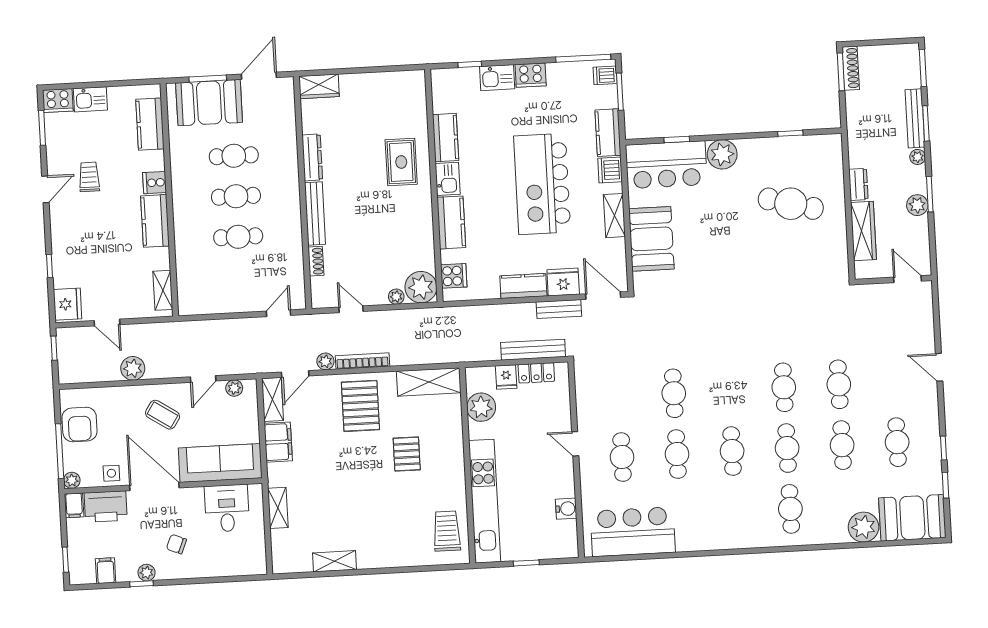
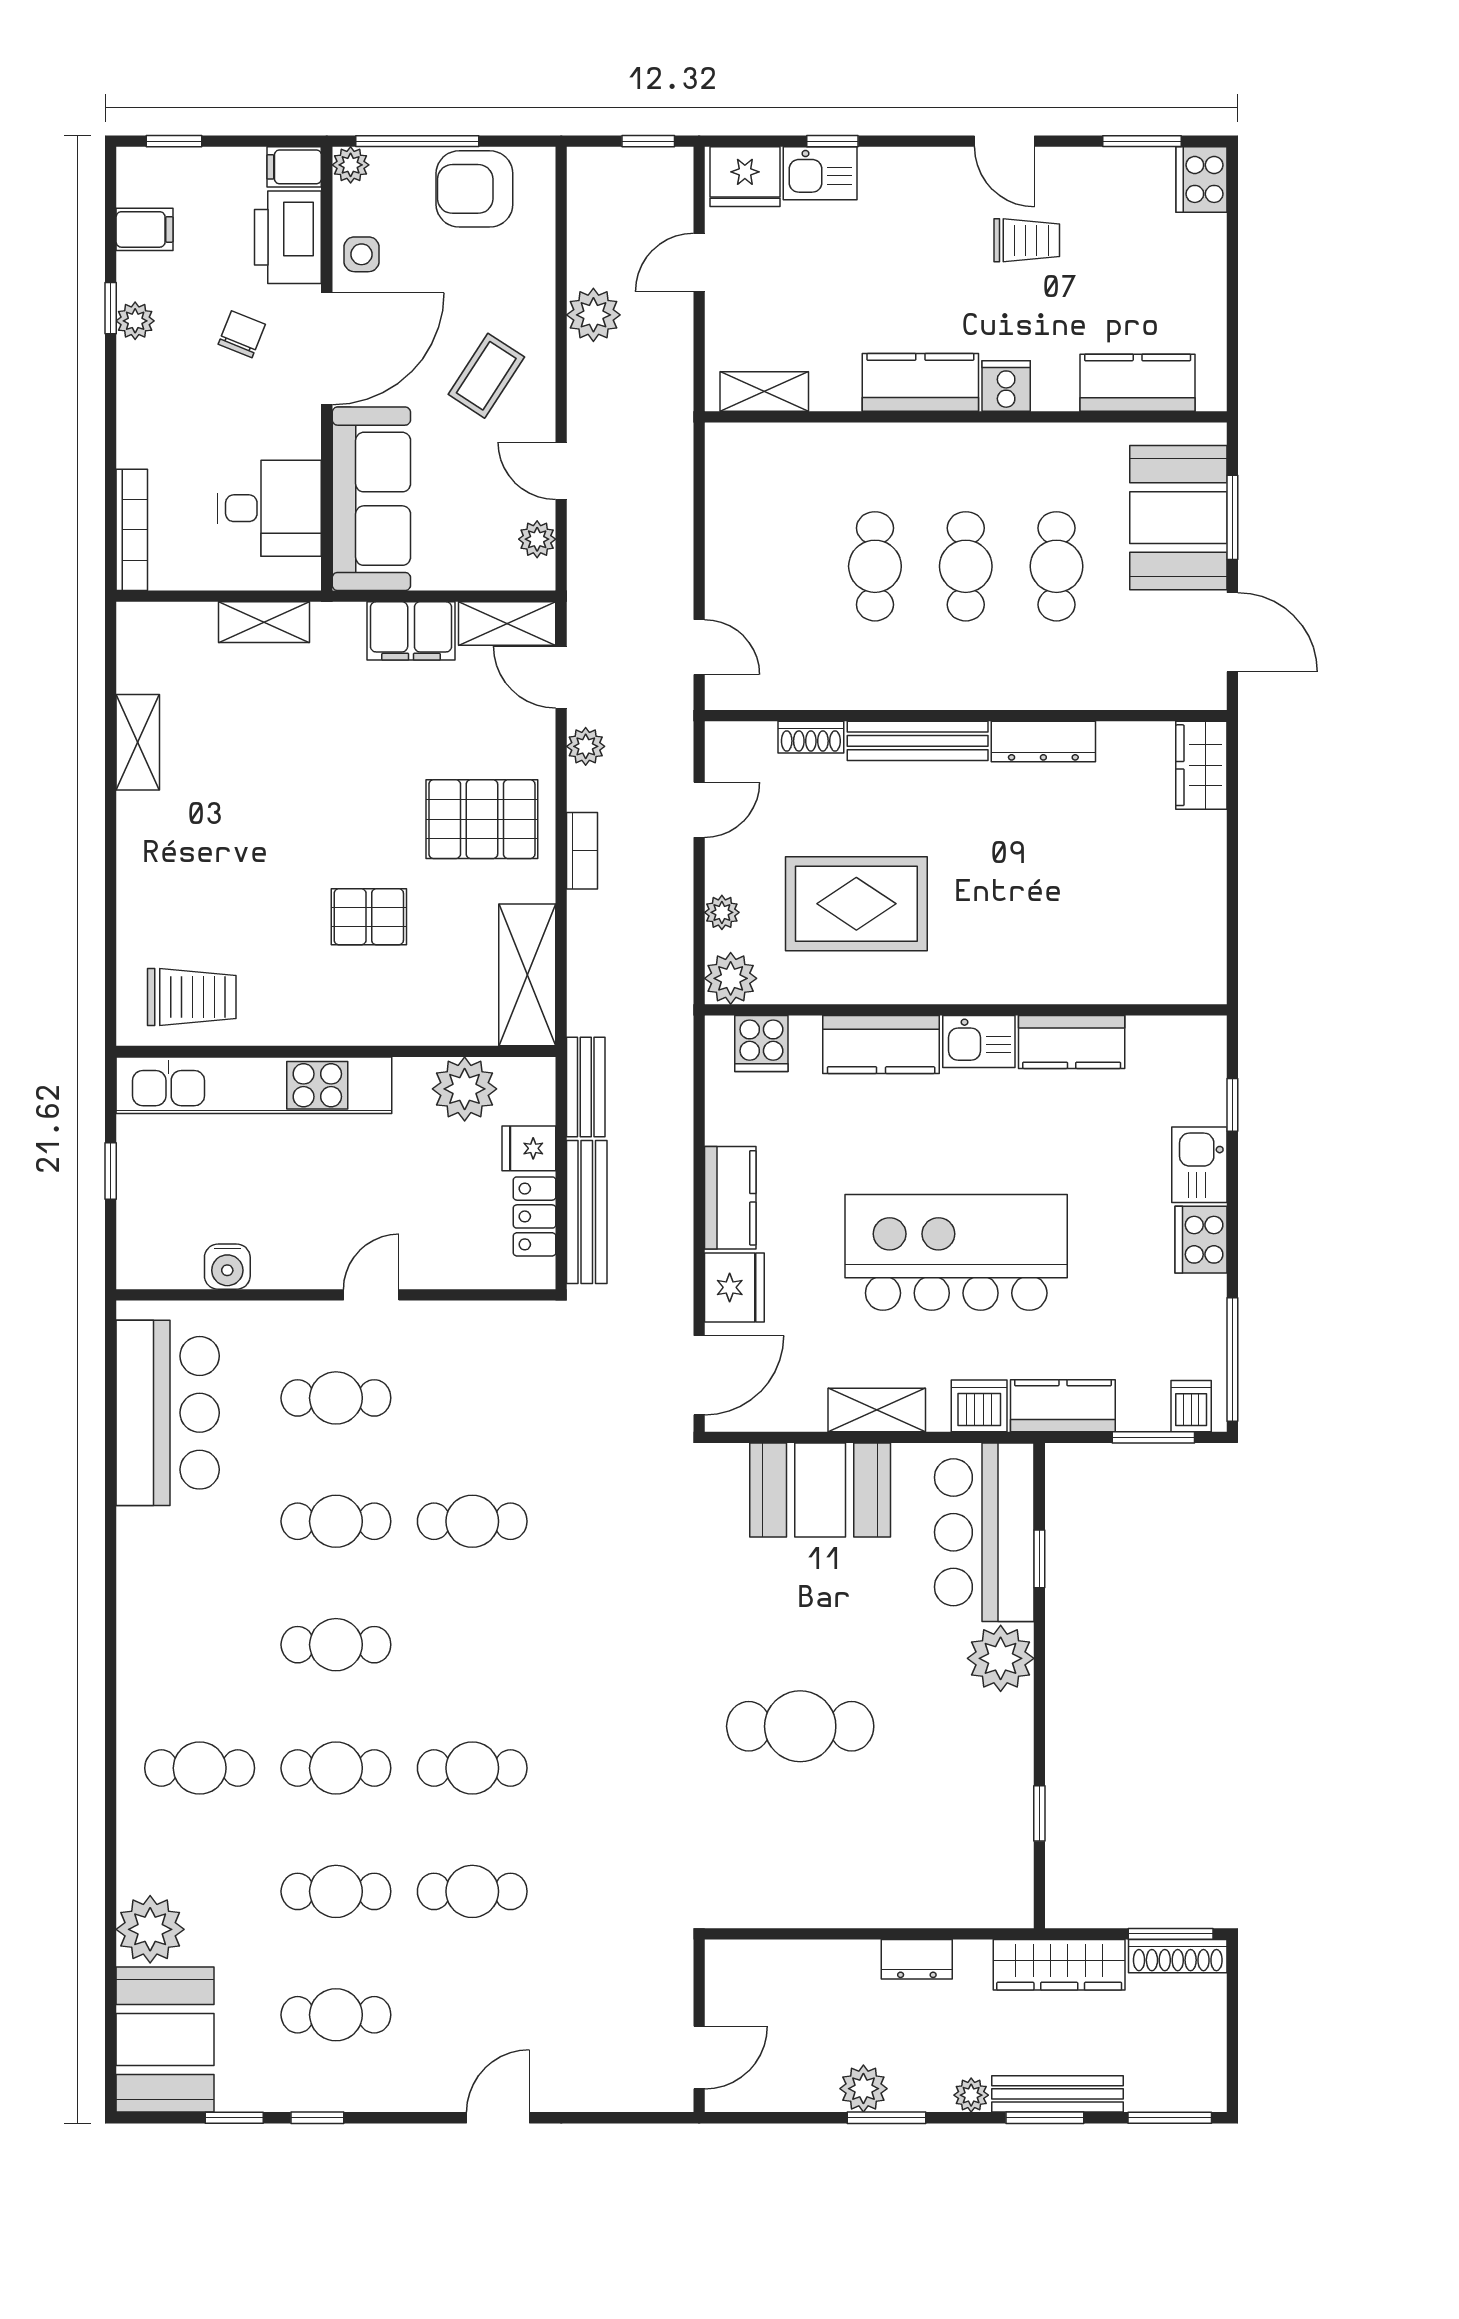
kitchen sink: (90, 99) -> (820, 173), moved, turned -90
rug: (401, 162) -> (856, 904), moved, width x1.36, depth x1.43
cafe table: (791, 204) -> (800, 1726), moved, turned 75
wardrobe: (863, 231) -> (1059, 1965), moved
plant: (421, 287) -> (731, 978), width x0.73, depth x0.73
bench: (559, 309) -> (586, 1087), moved
bookcase: (362, 361) -> (582, 851), width x0.64
chair: (176, 544) -> (242, 334), moved
bookcase: (240, 569) -> (132, 530), added

